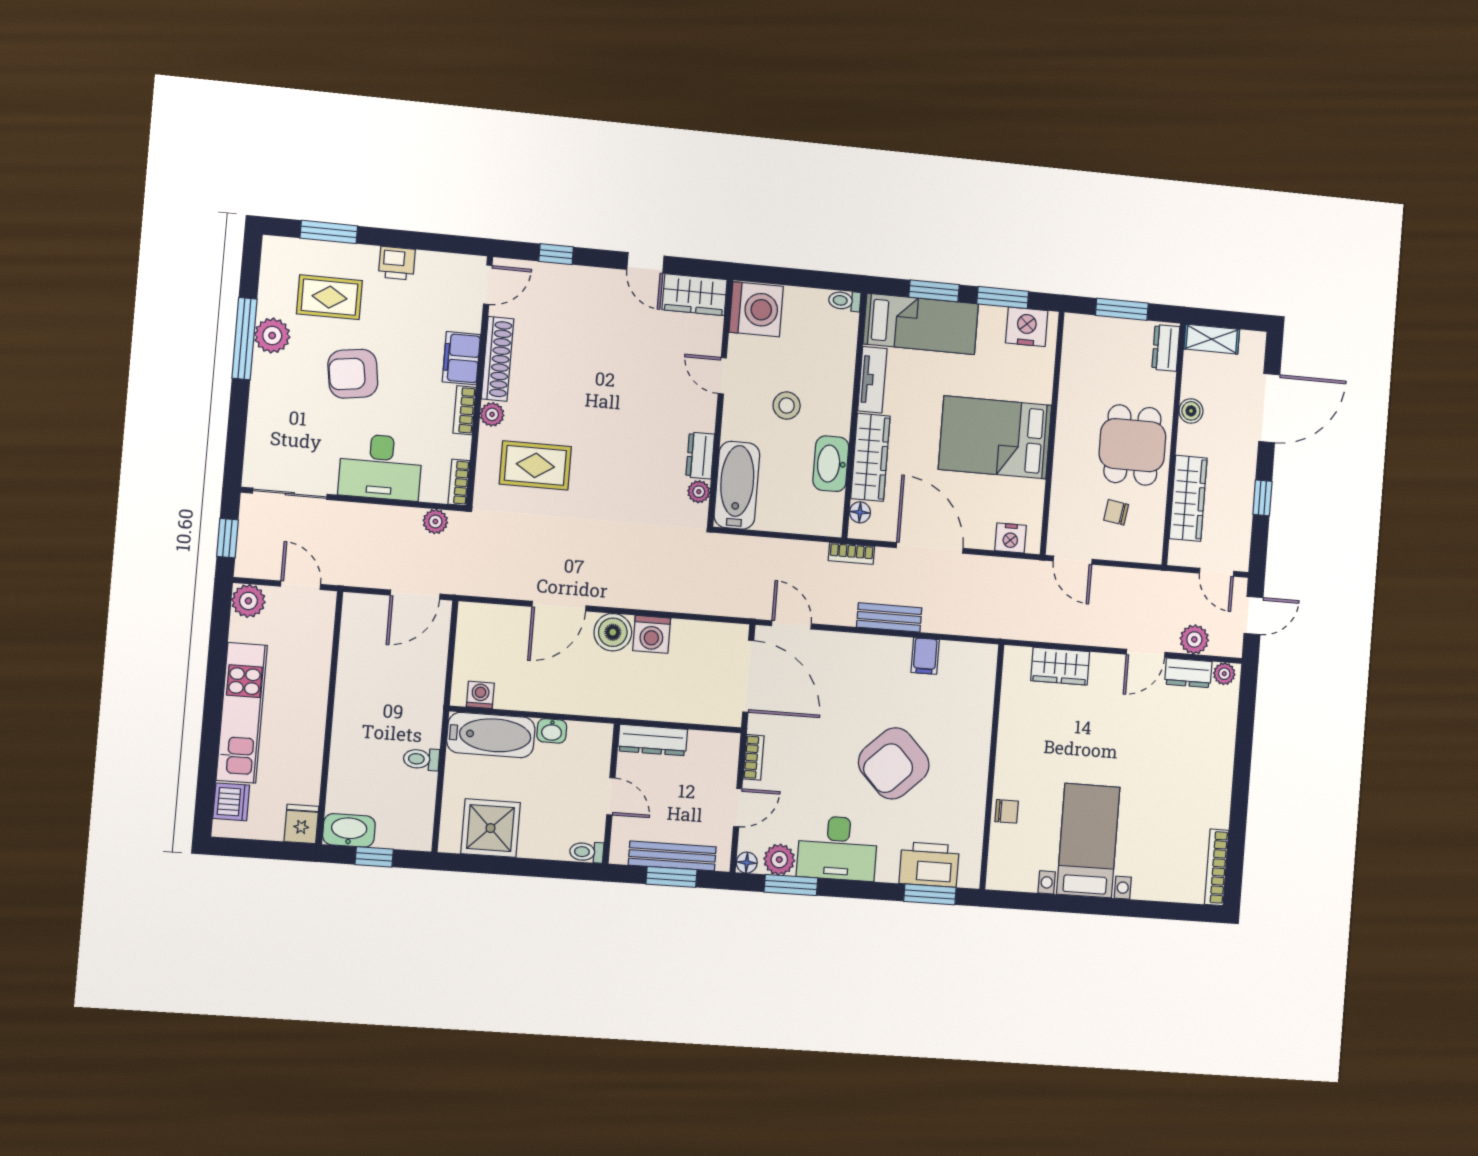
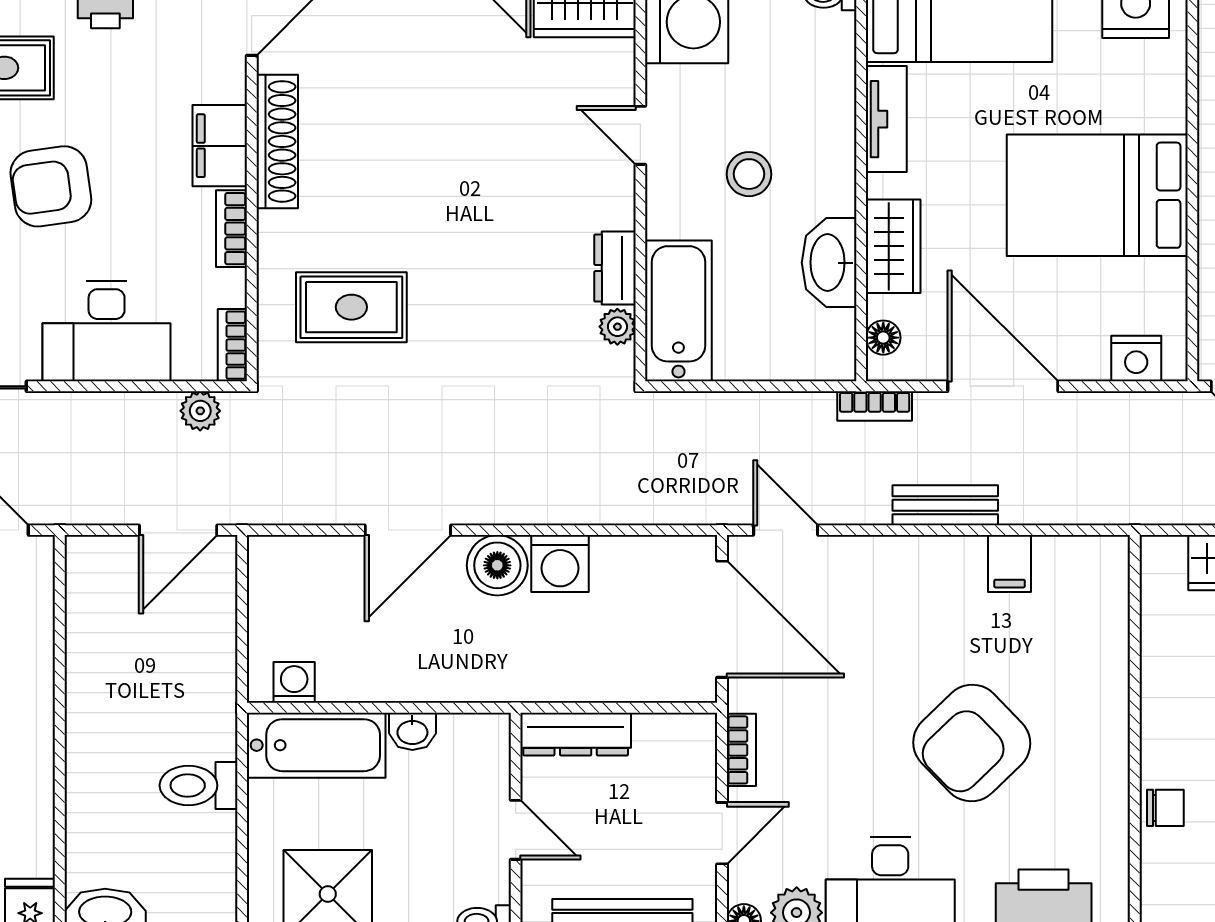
plant: (492, 414) -> (276, 231), removed
wardrobe: (870, 457) -> (893, 246), width x0.67
toilet: (421, 759) -> (199, 785), width x1.37, depth x1.39

